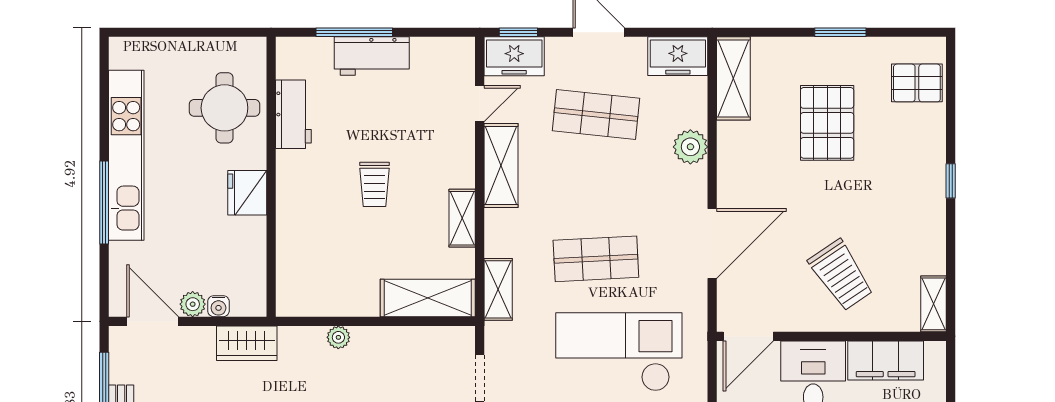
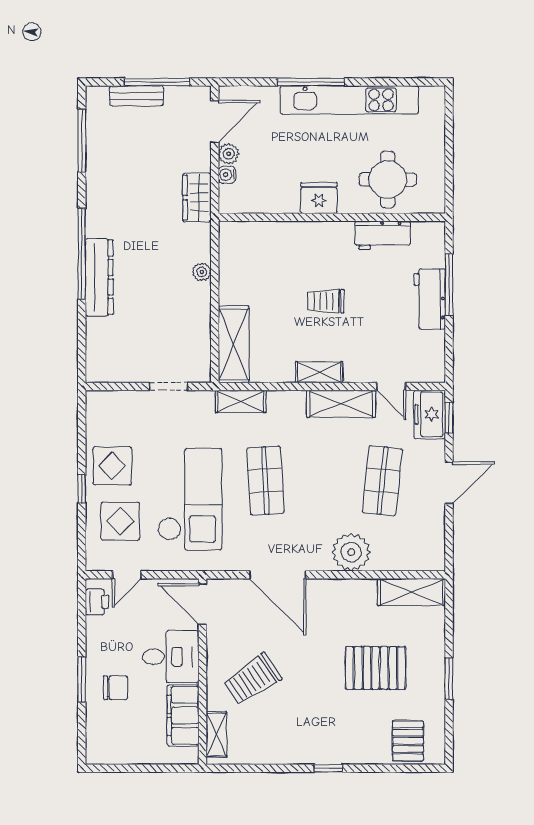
freezer: (678, 56) -> (430, 547), removed
plant: (690, 147) -> (351, 552), width x1.36, depth x1.36
shelving: (462, 218) -> (319, 372), moved
shelving: (934, 304) -> (216, 734), moved, turned 90

